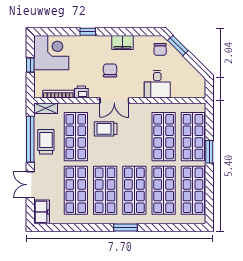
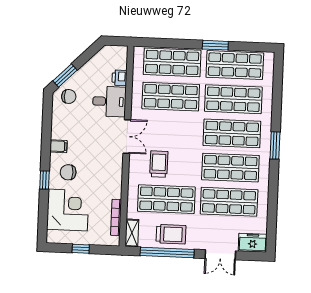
filing cabinet: (123, 42) -> (58, 146), width x0.50
corner desk: (51, 53) -> (68, 210), moved, turned 90
chair: (110, 70) -> (68, 172), moved
printer: (81, 92) -> (119, 78), moved
double door: (114, 101) -> (127, 136), moved
trolley: (106, 129) -> (159, 164), turned 180
trolley: (46, 142) -> (171, 234), turned 180
window: (209, 152) -> (215, 45), moved

